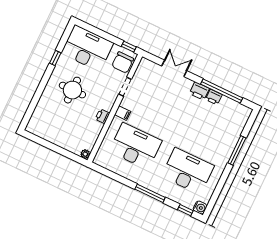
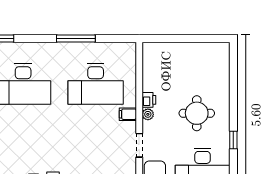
plant: (85, 154) -> (148, 114), moved
window: (150, 193) -> (76, 39), moved

